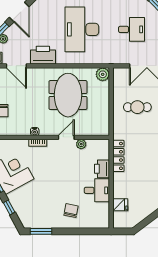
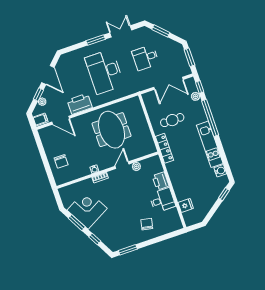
desk: (132, 29) -> (145, 58), turned 180
plant: (103, 74) -> (134, 103), removed
locker: (118, 156) -> (164, 148), moved

